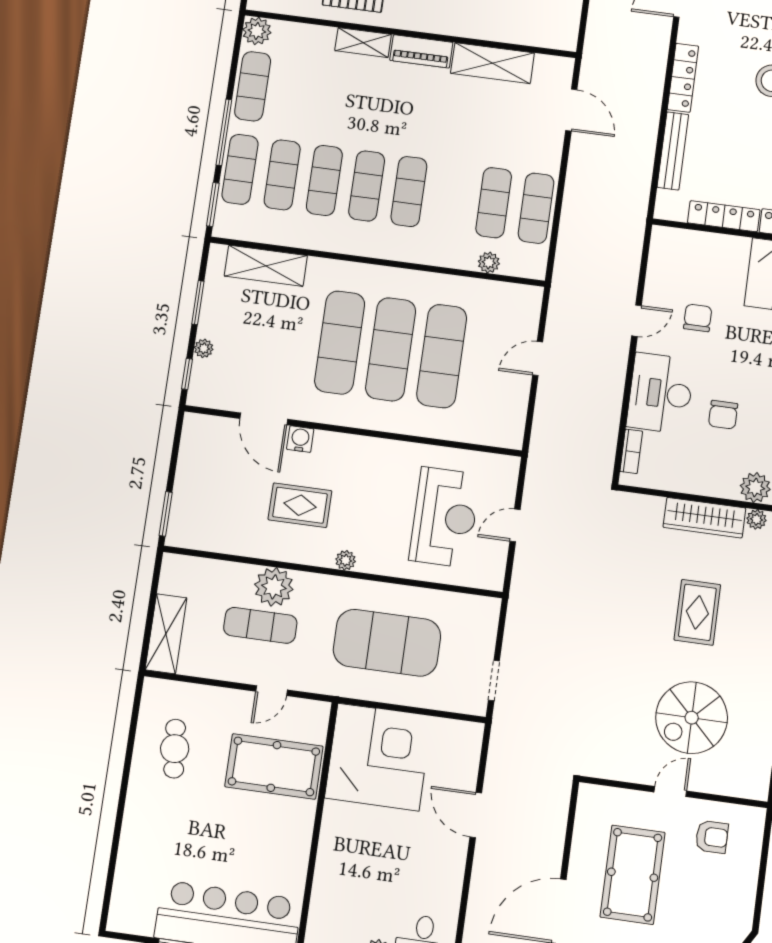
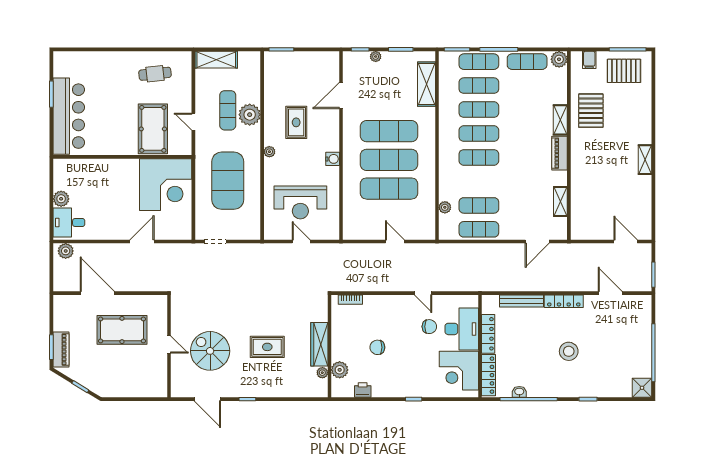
shelving: (492, 63) -> (560, 201), width x0.67, depth x0.75
desk: (660, 393) -> (462, 329), moved, turned 90
water cooler: (300, 439) -> (333, 159), moved
armchair: (712, 837) -> (148, 370), removed

